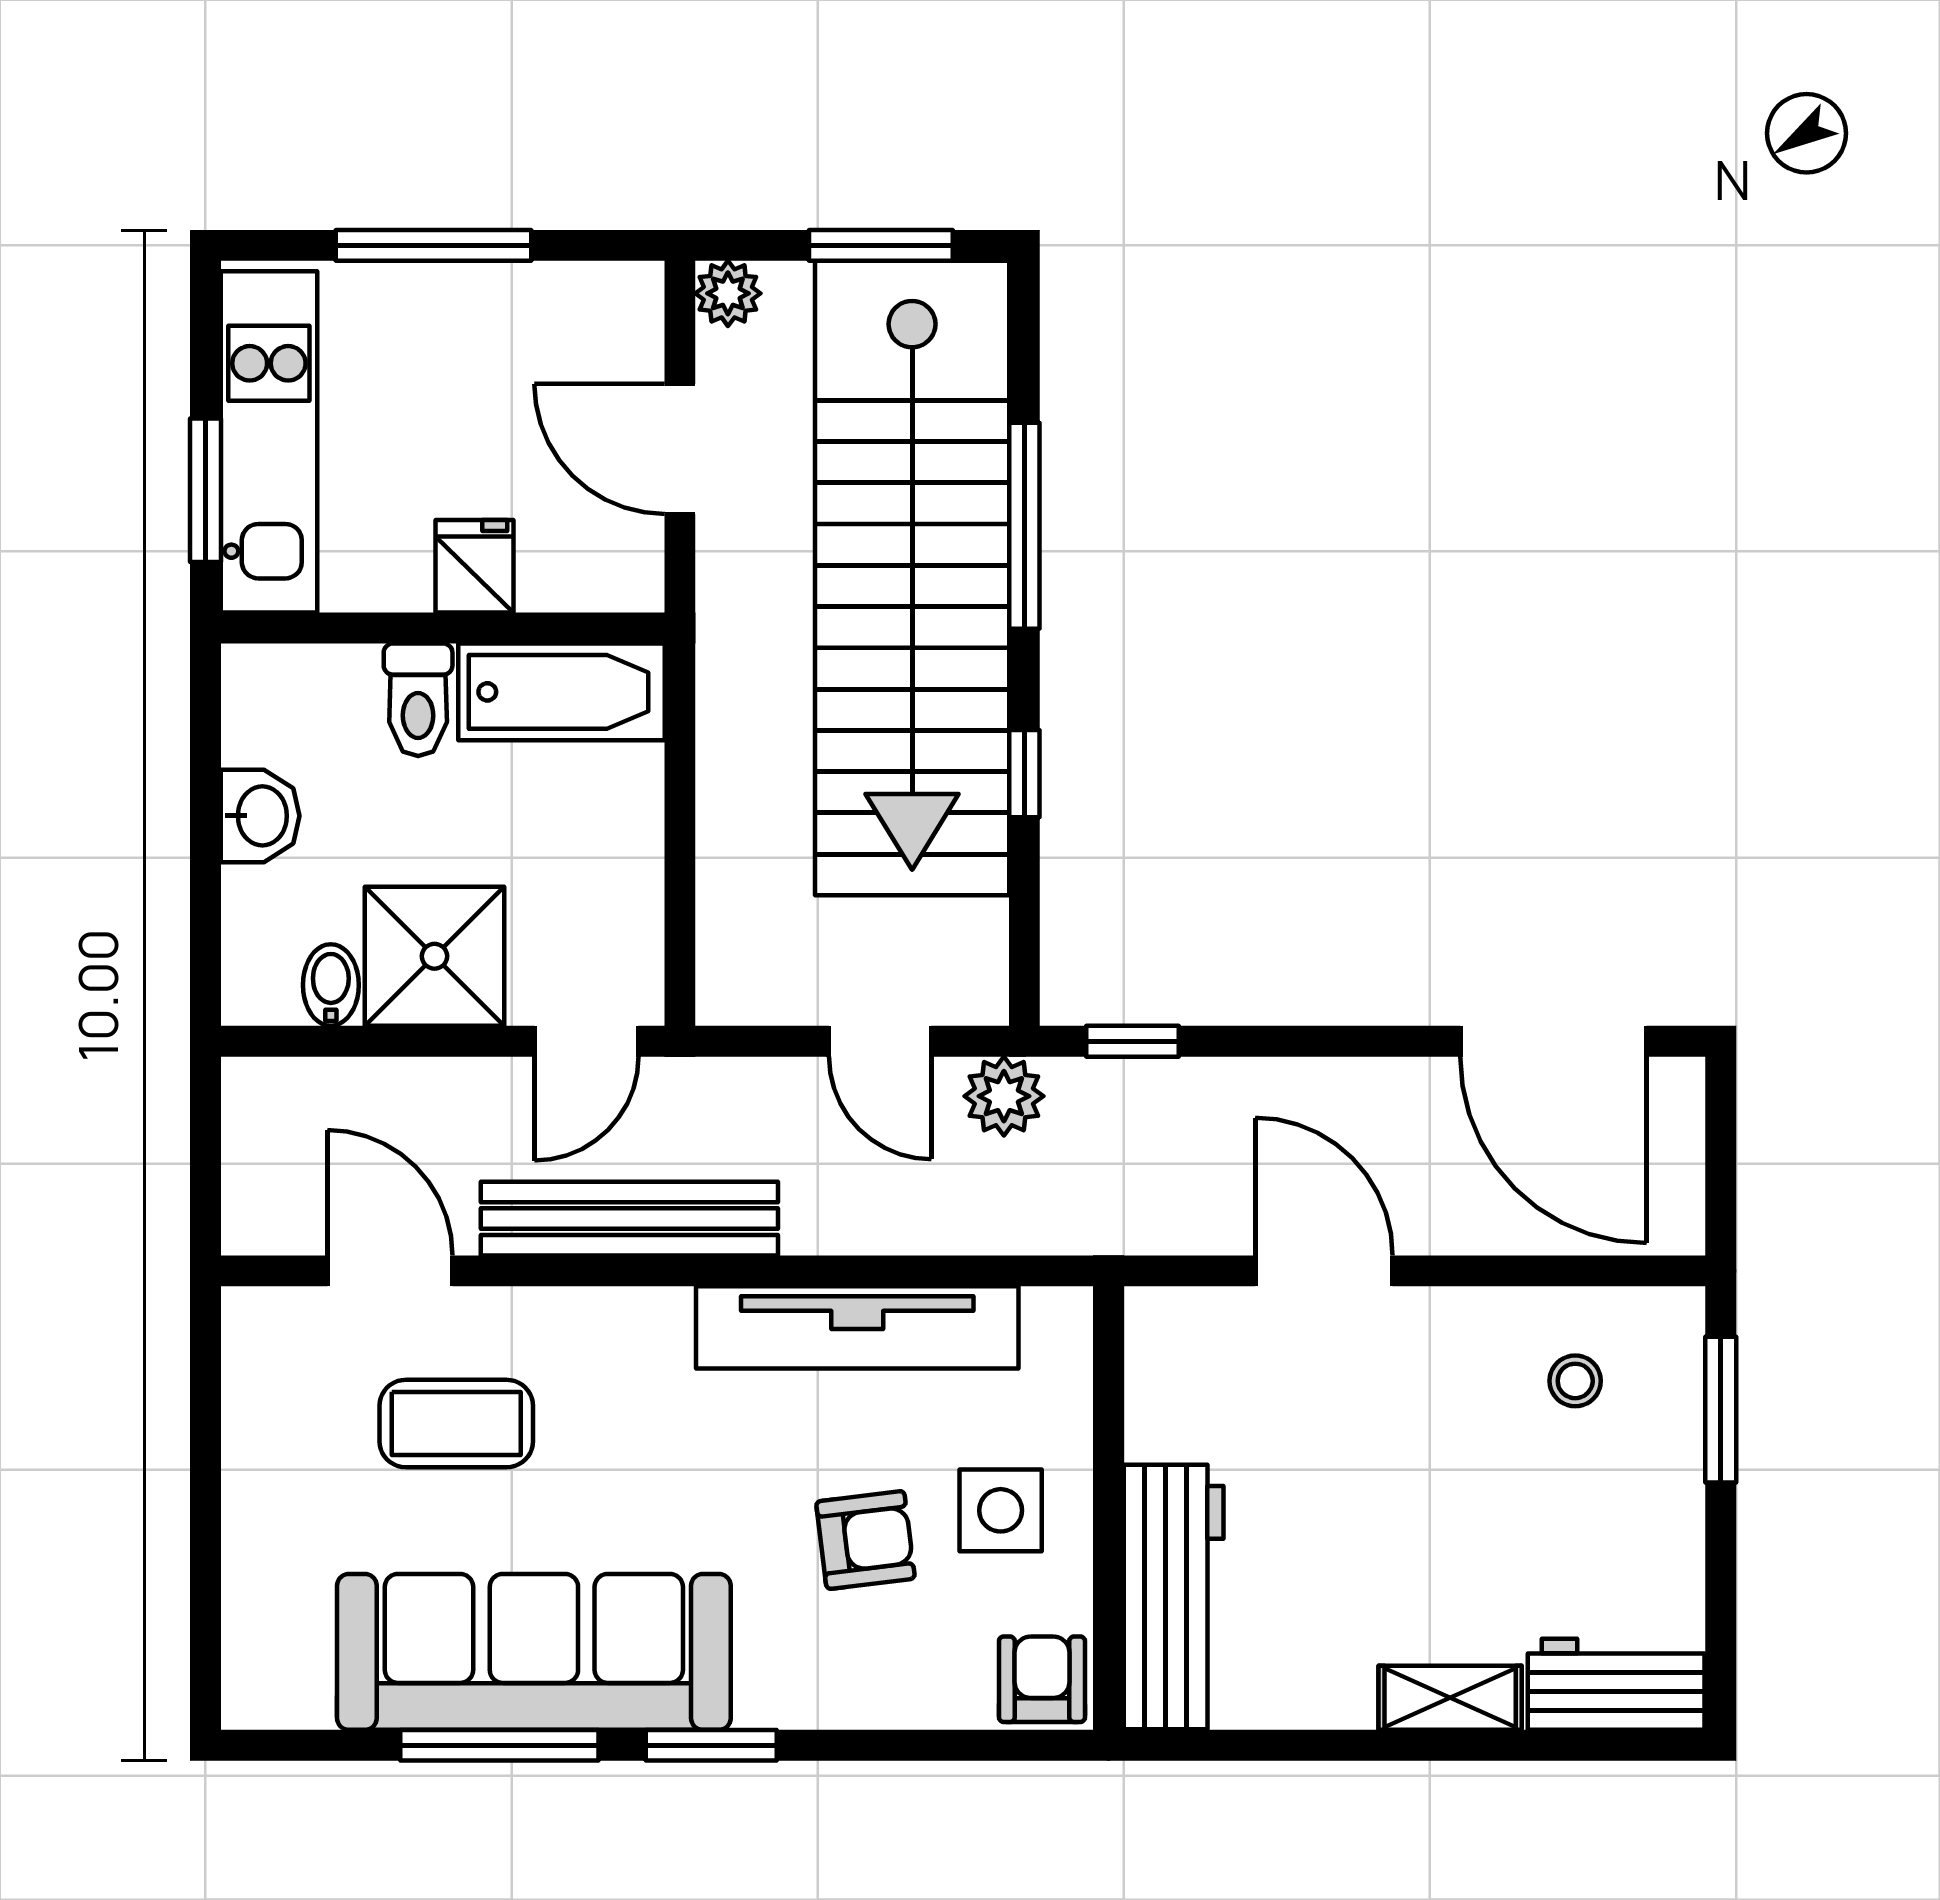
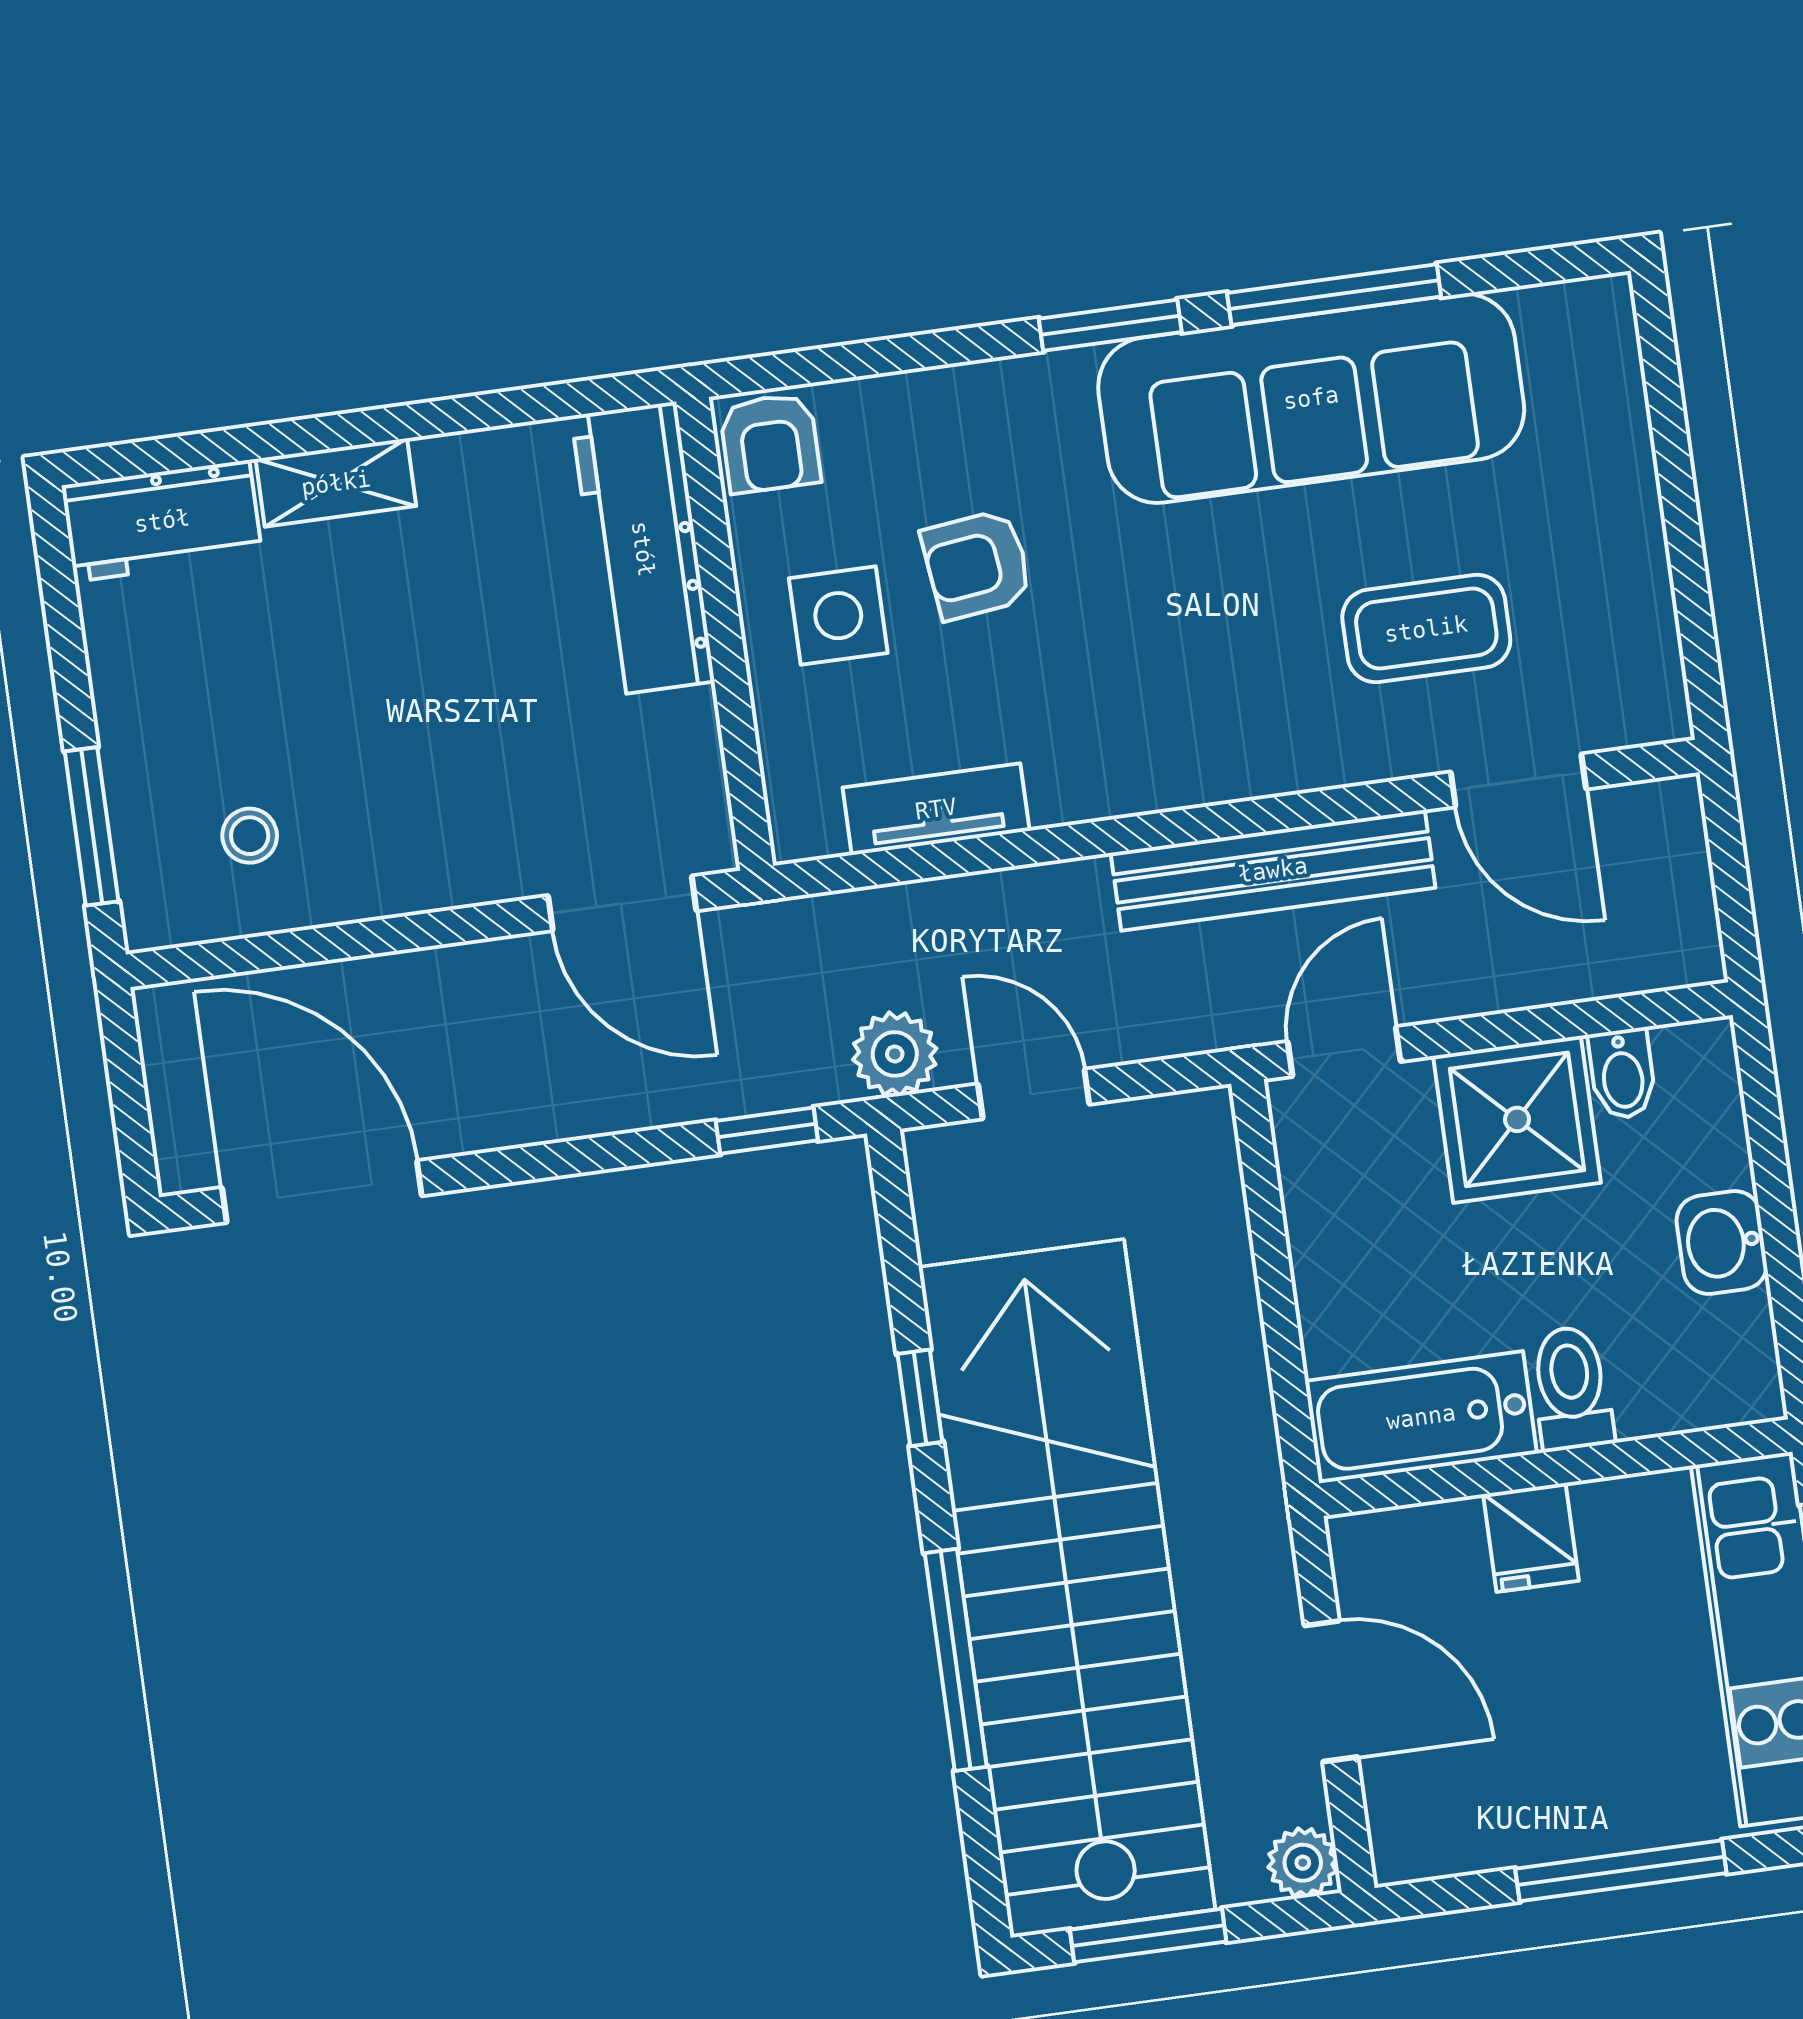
door: (1324, 1271) -> (622, 903), moved
tv unit: (857, 1327) -> (936, 809), width x0.52, depth x0.78

